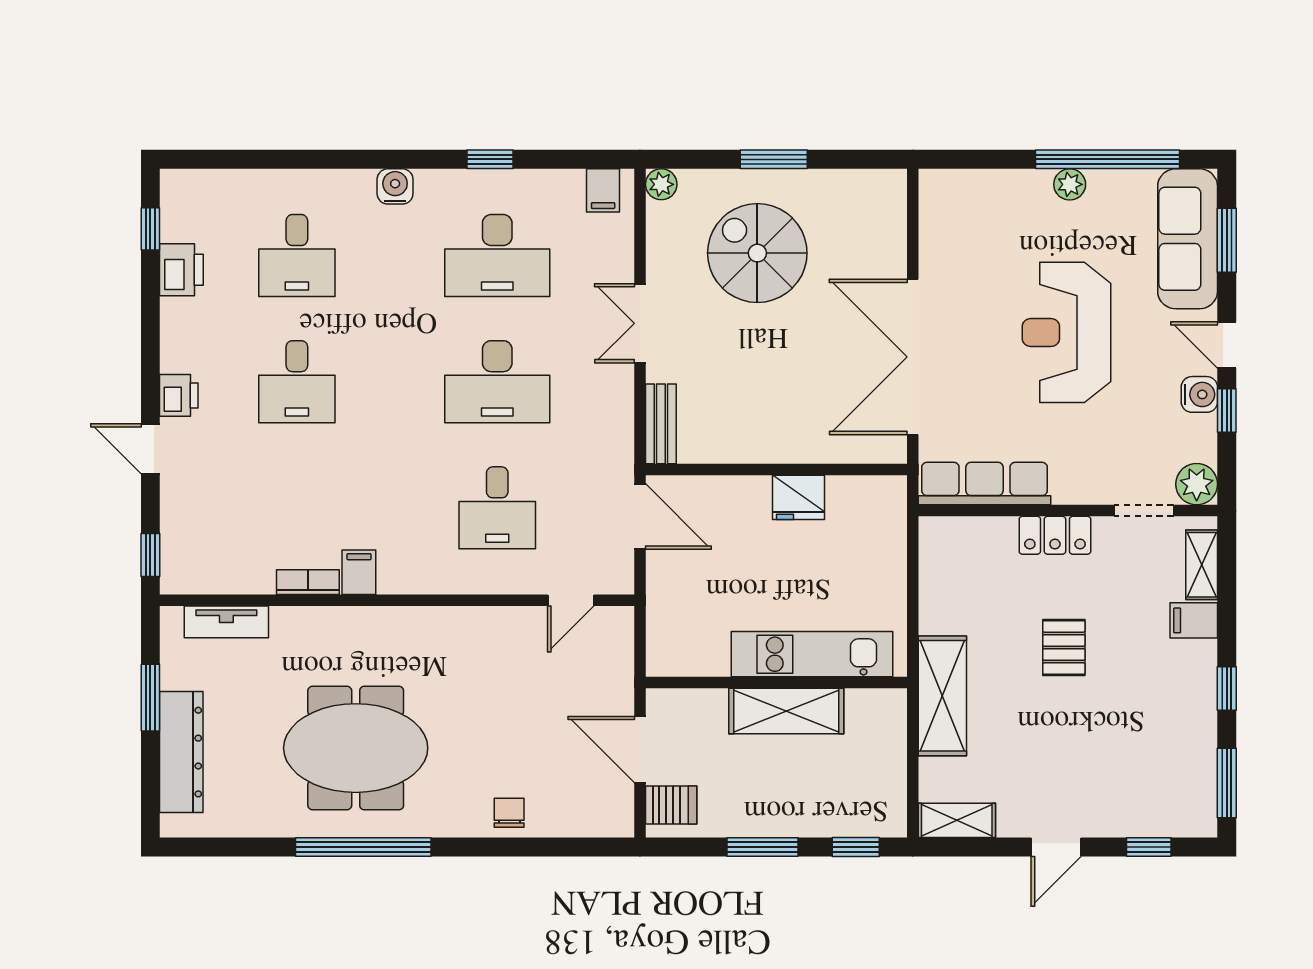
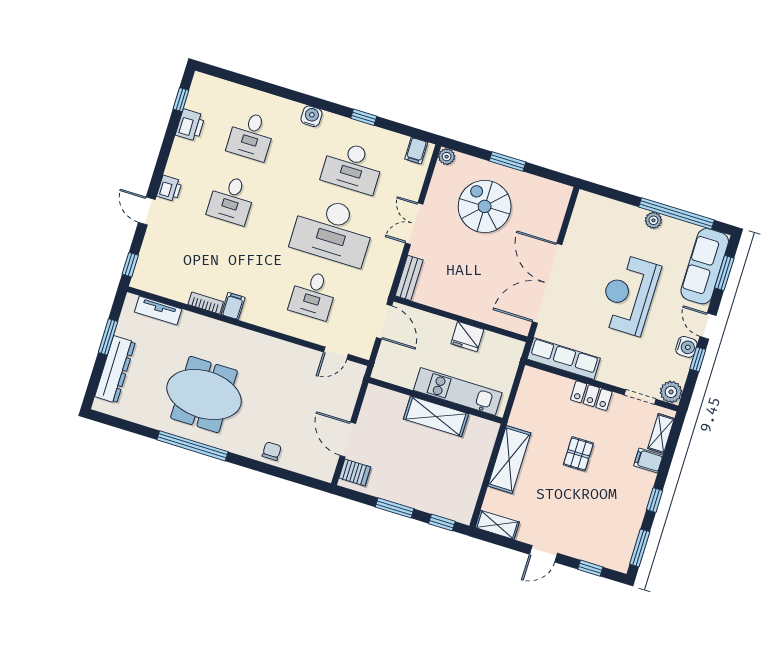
desk: (497, 382) -> (333, 231), width x1.36, depth x1.30
kitchen unit: (812, 654) -> (458, 392), moved
wall: (776, 683) -> (435, 400), moved
shelving: (786, 711) -> (436, 416), moved

